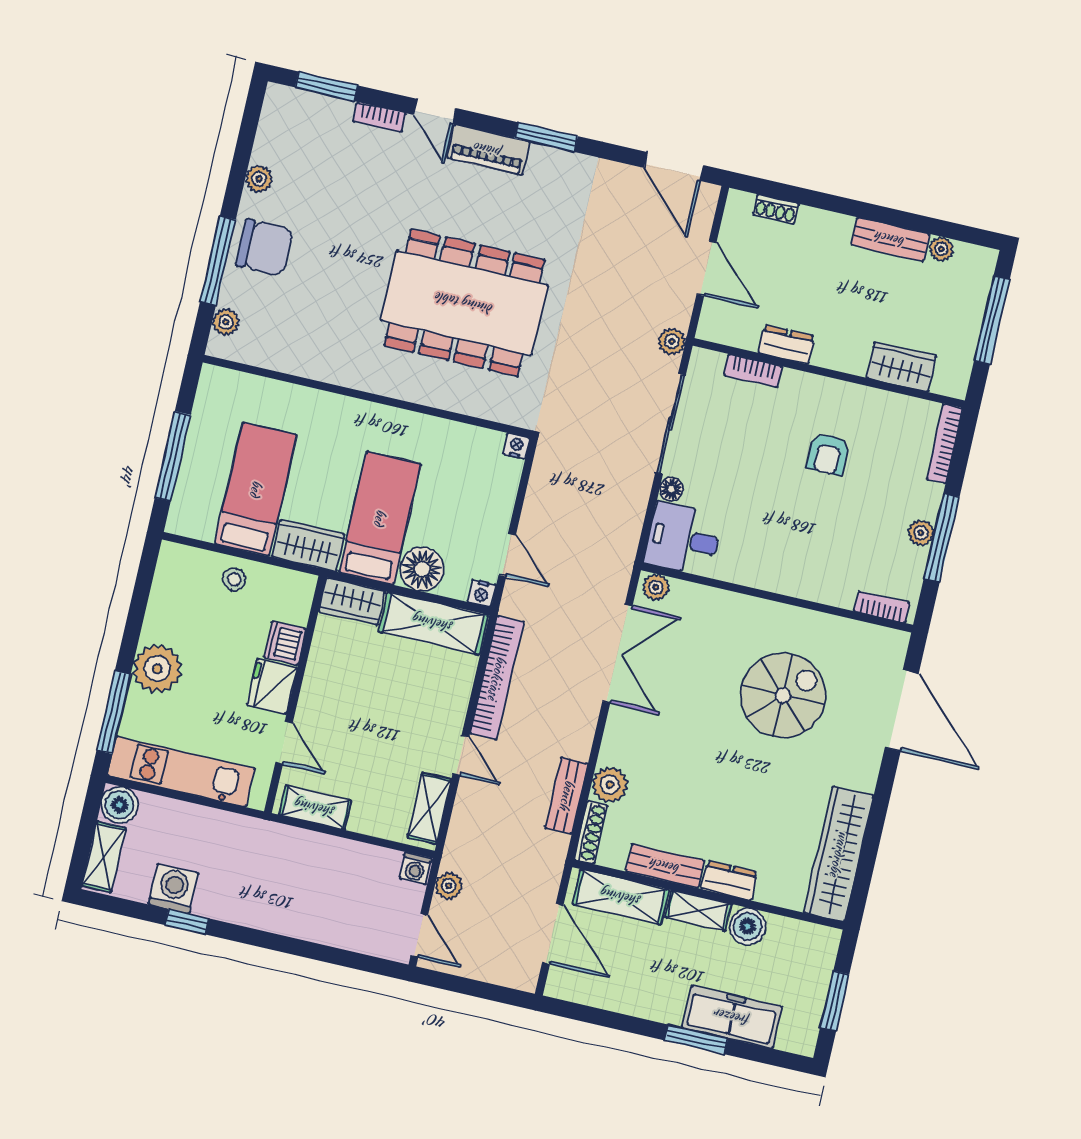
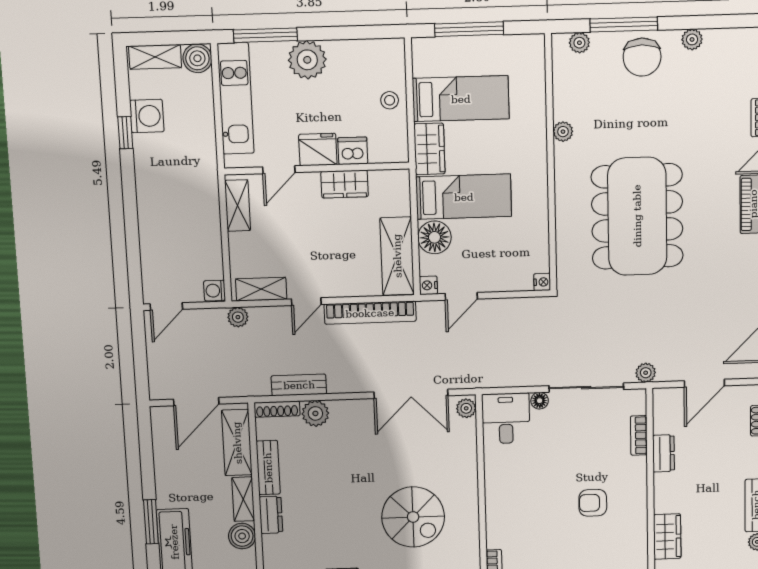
plant: (331, 371) -> (563, 132), added
wardrobe: (352, 601) -> (345, 184), moved, turned -90
plant: (449, 886) -> (238, 317), moved

